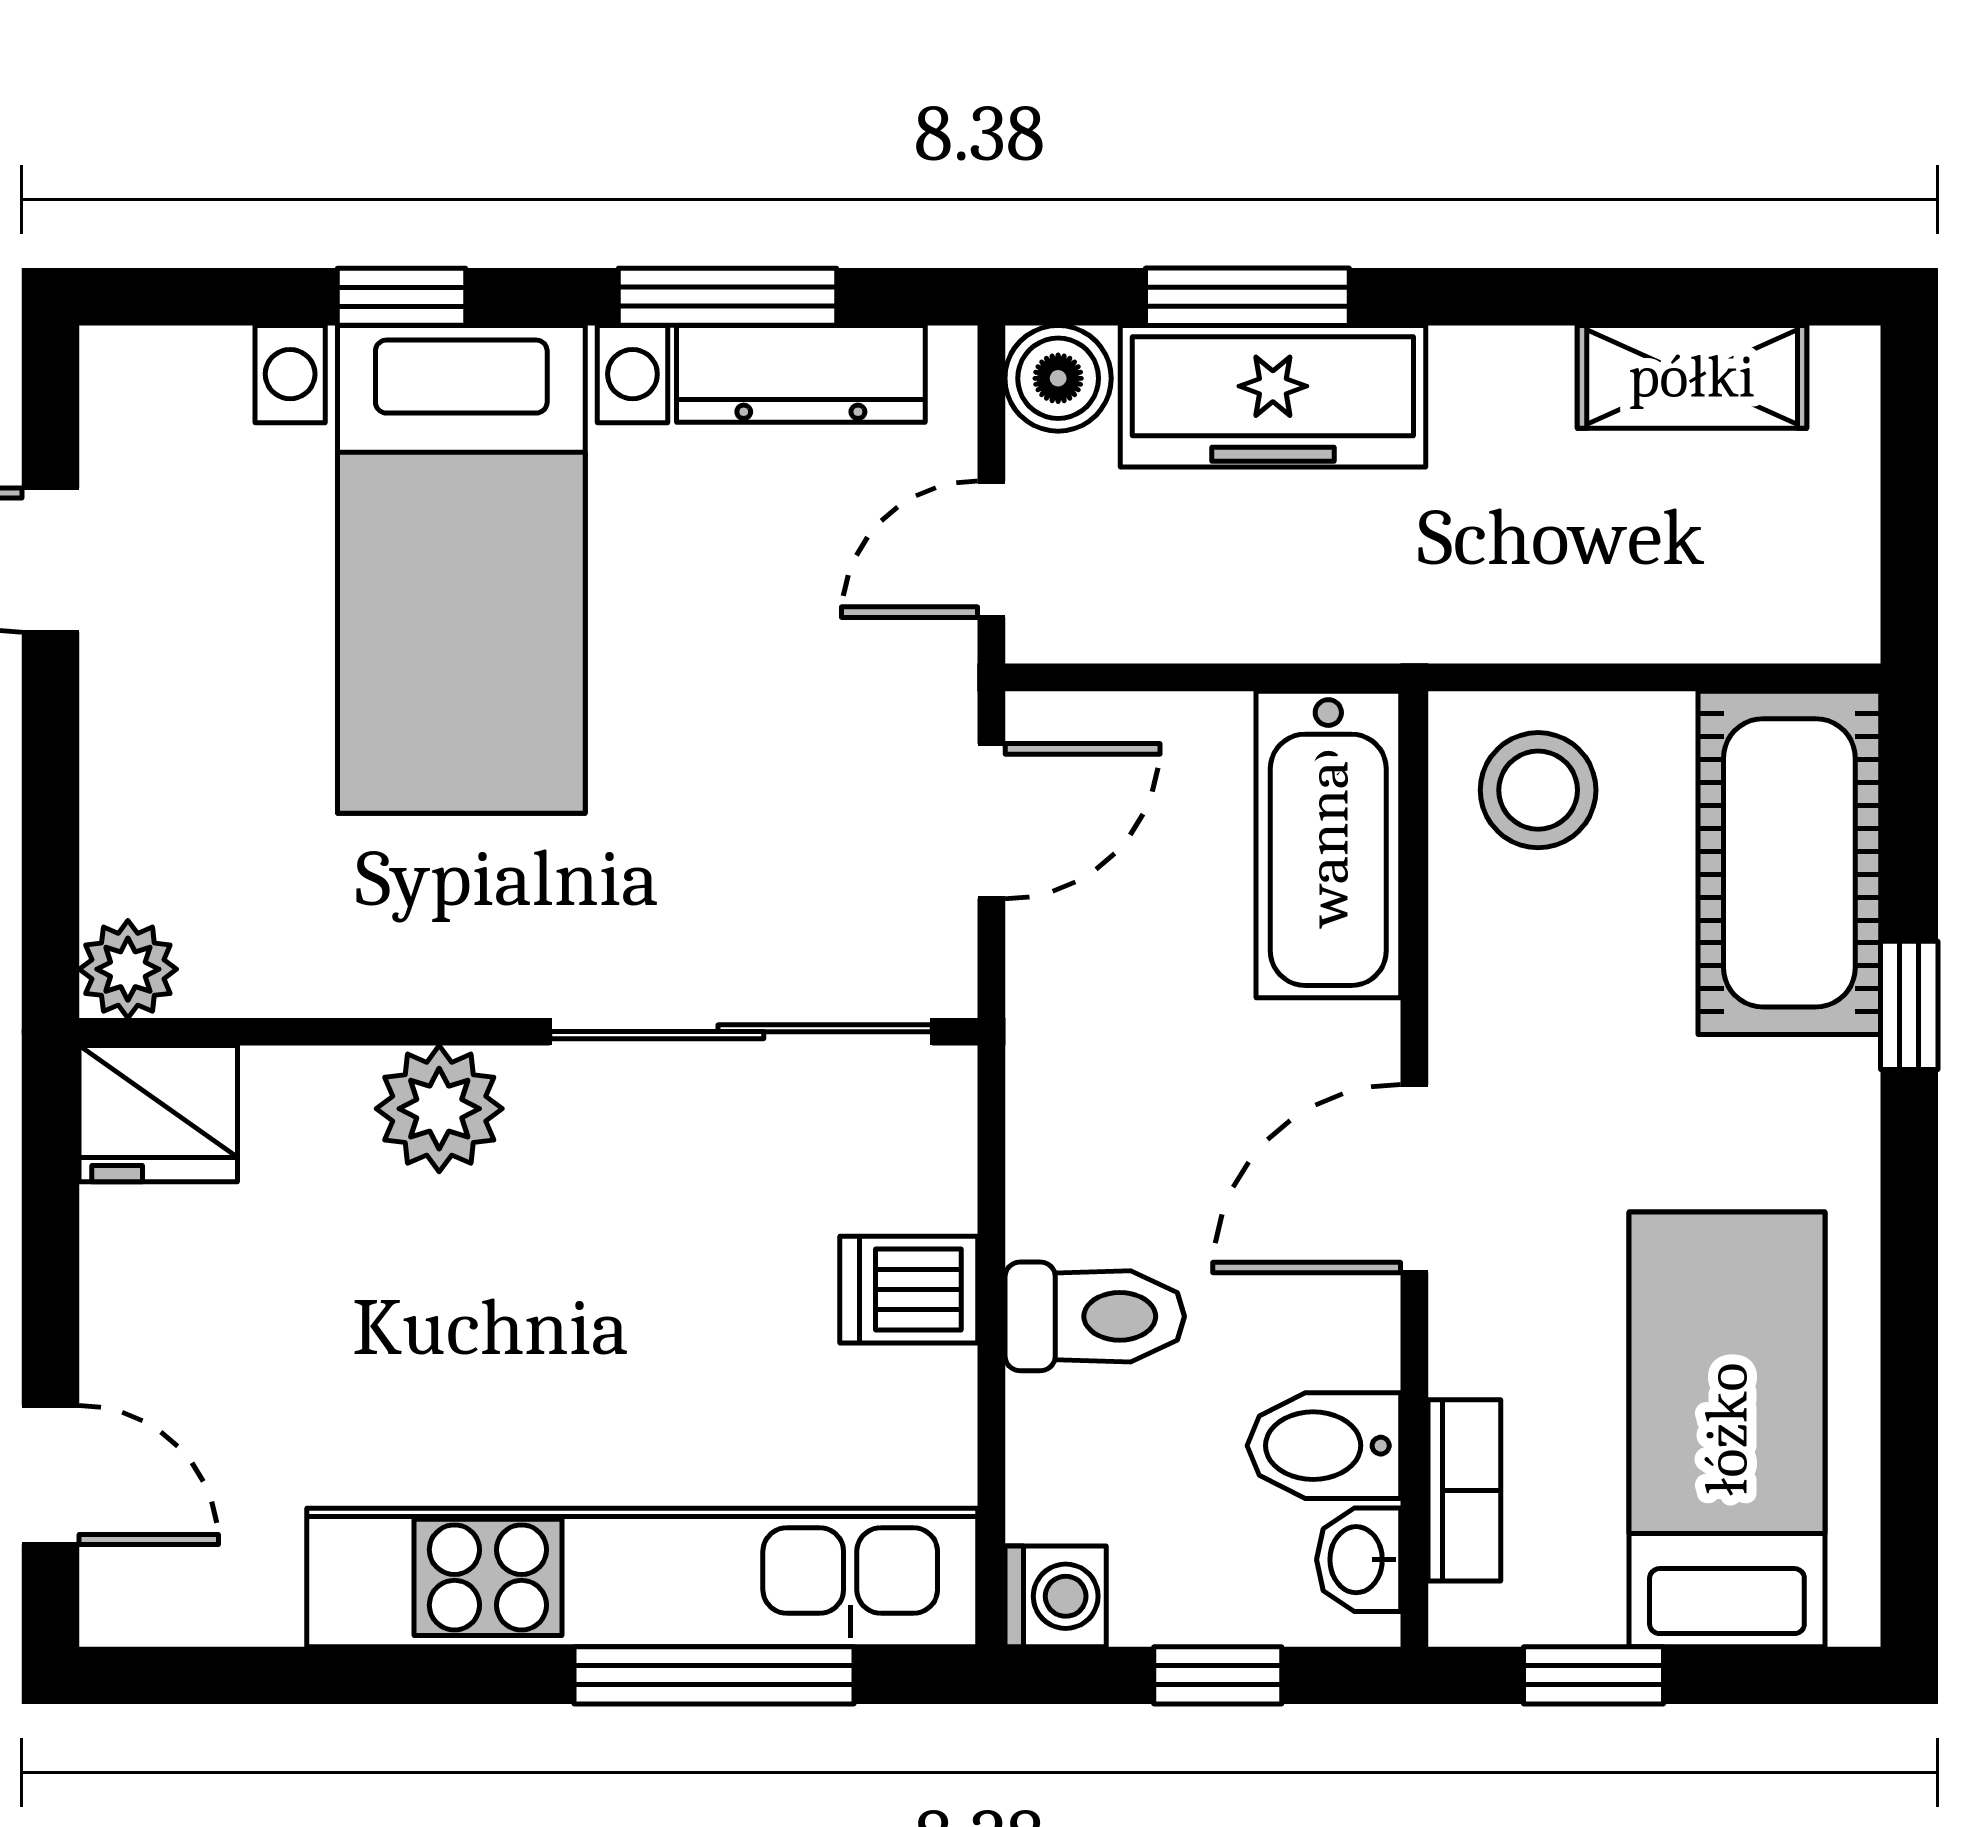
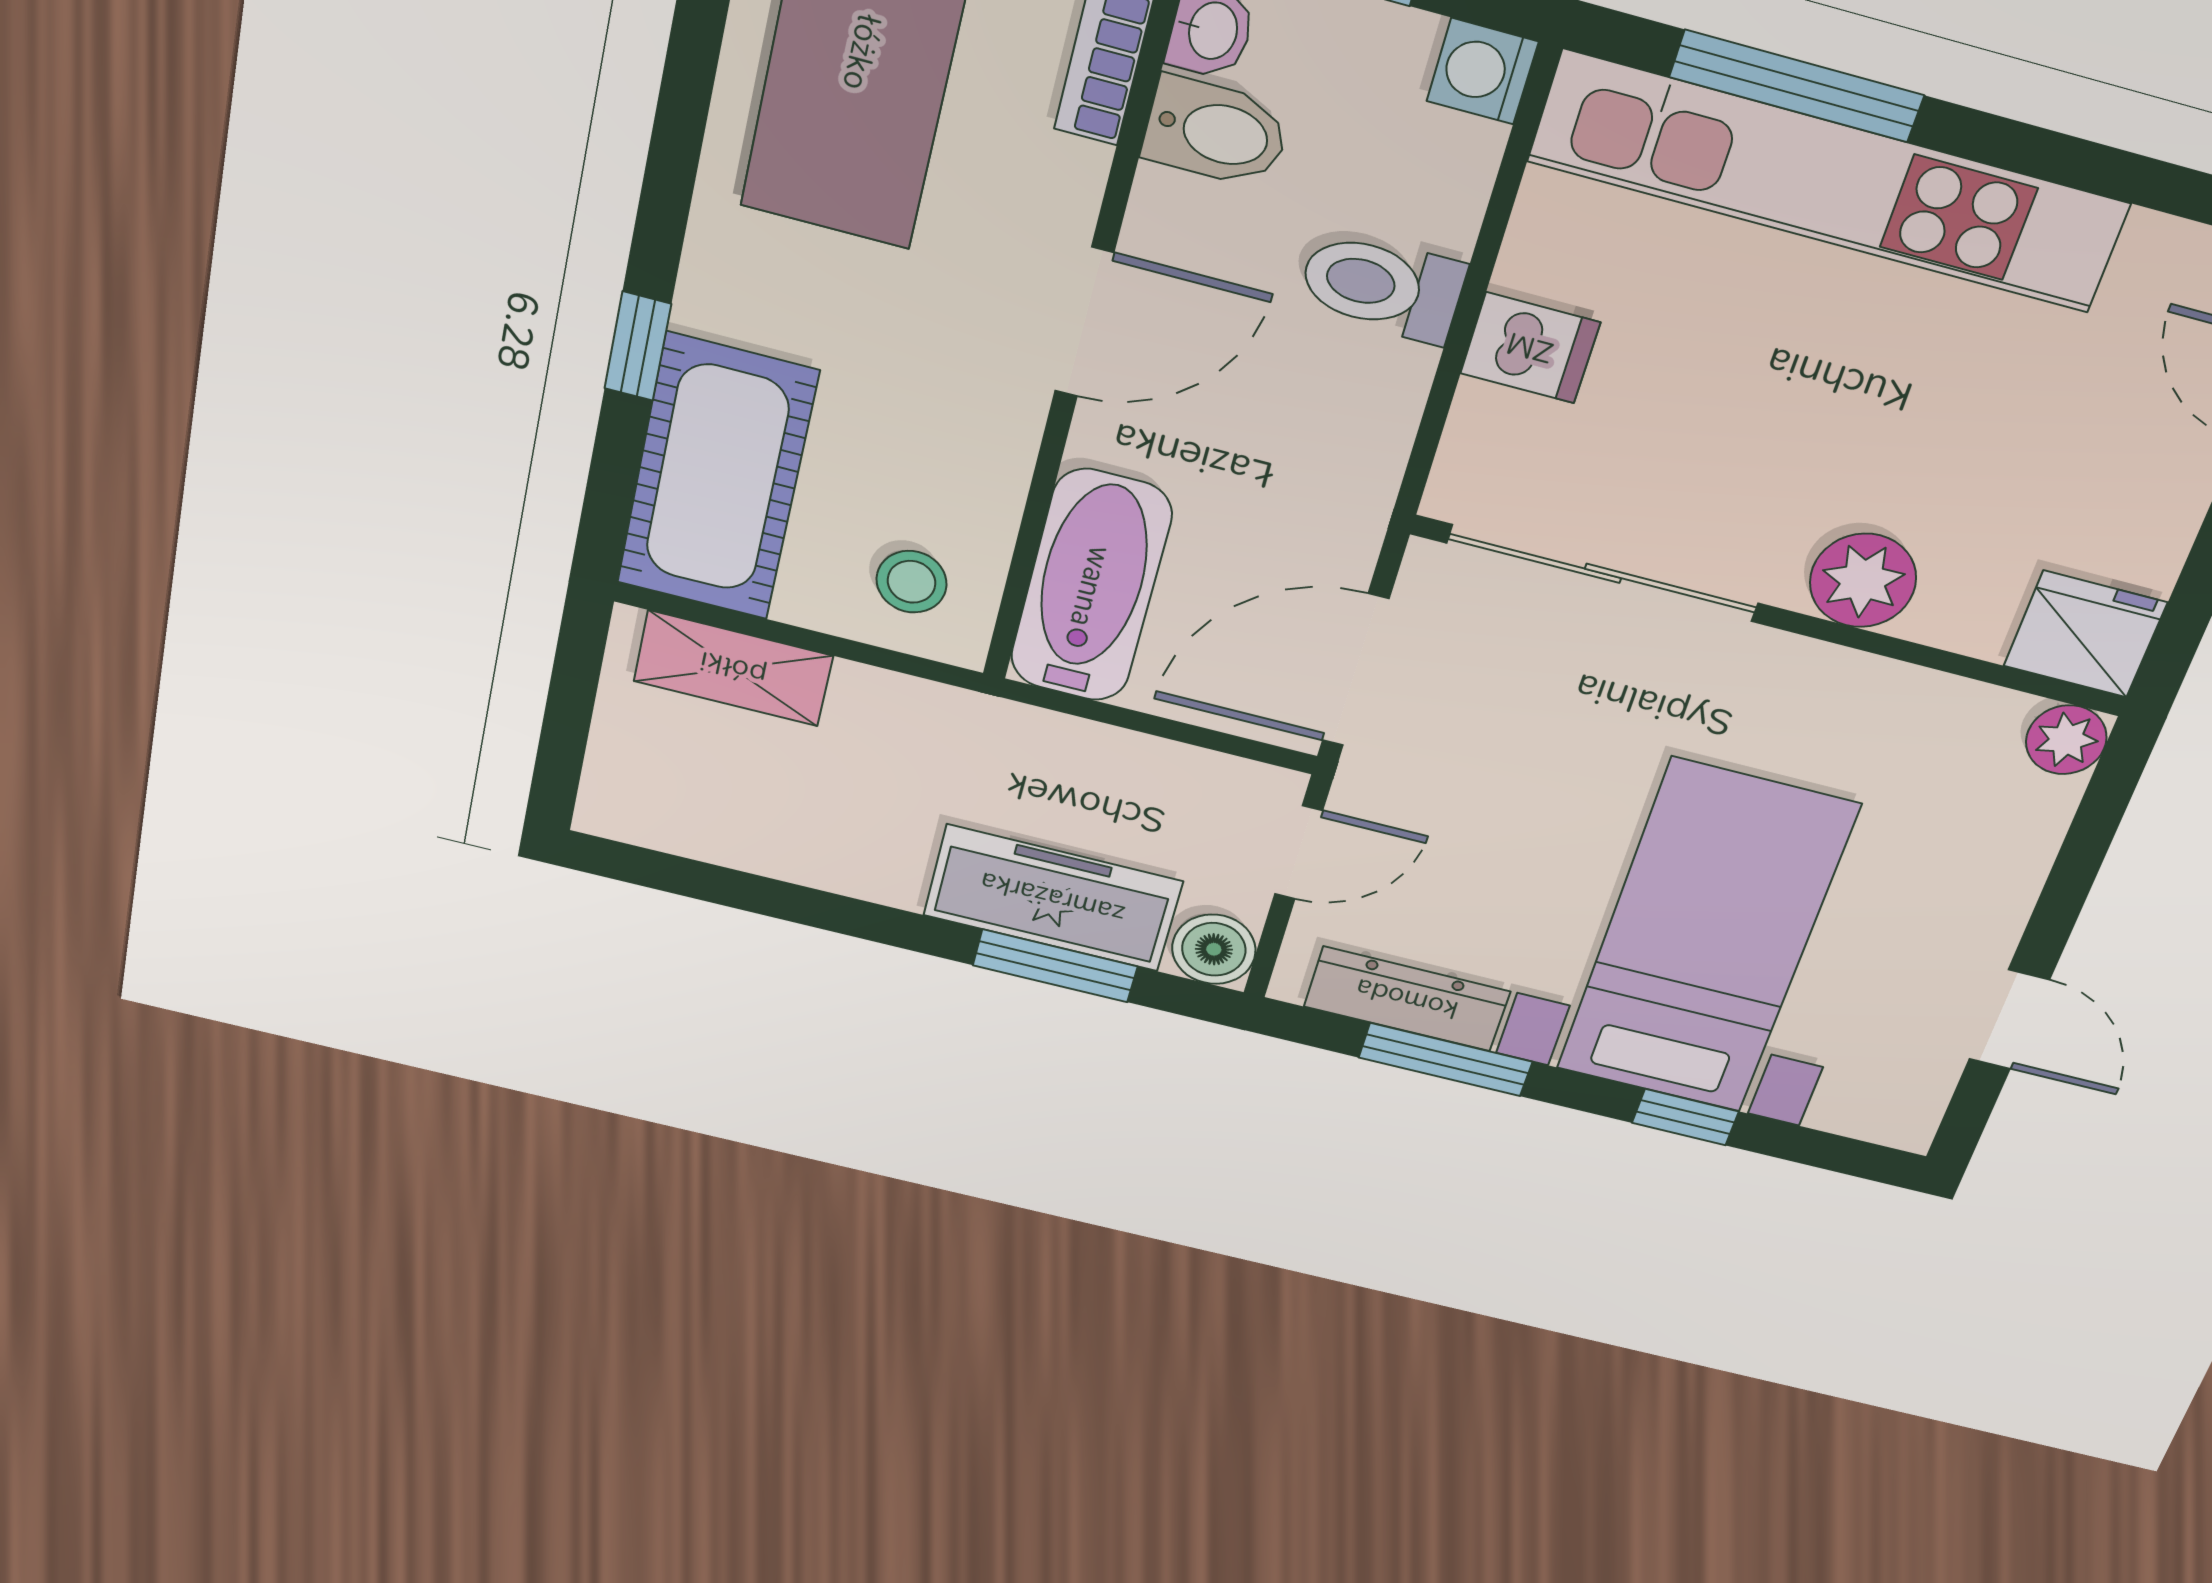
shelving: (1692, 377) -> (733, 668), moved
stool: (1538, 790) -> (912, 582), width x0.73, depth x0.73
door: (991, 821) -> (1355, 670), width x1.38

